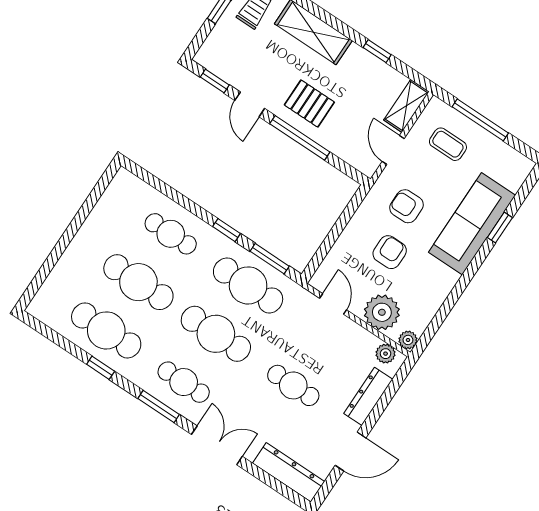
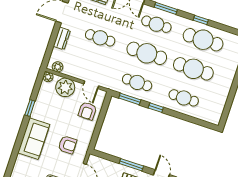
window: (300, 138) -> (131, 165), width x0.69
sofa: (472, 224) -> (34, 139), width x0.73
window: (500, 228) -> (30, 108), moved
armchair: (390, 252) -> (87, 111), moved
cafe table: (248, 285) -> (137, 82), width x0.73, depth x0.74
dresser: (368, 396) -> (62, 38), width x0.70

